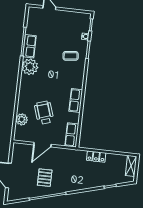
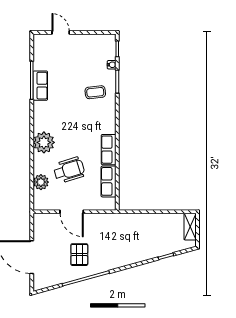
plant: (30, 67) -> (44, 142), moved
wheelchair: (44, 113) -> (69, 170), turned 91
row of seats: (72, 135) -> (109, 181), moved
door: (42, 145) -> (72, 212), hinge flipped
locker: (96, 157) -> (143, 220), removed

